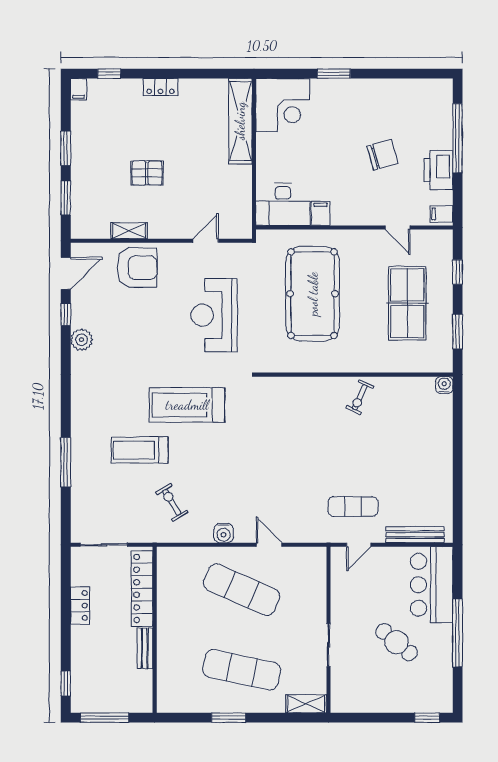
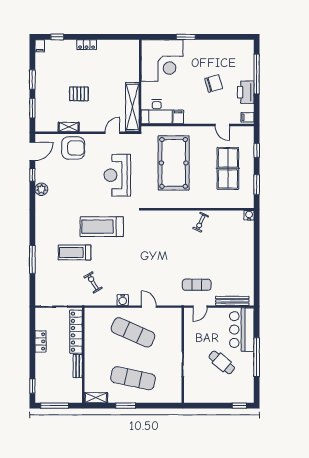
corner desk: (283, 105) -> (162, 60), width x1.36, depth x1.36
shelving: (240, 121) -> (132, 107), moved
shelving: (306, 704) -> (96, 398), moved

